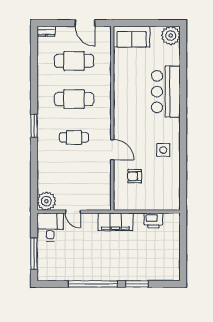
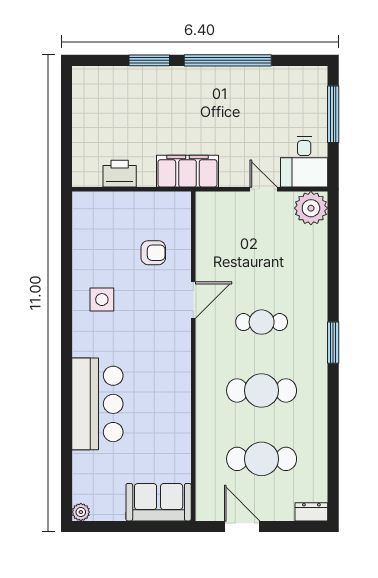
plant: (171, 36) -> (81, 512), width x0.53, depth x0.53
door: (112, 150) -> (193, 300), swing flipped

